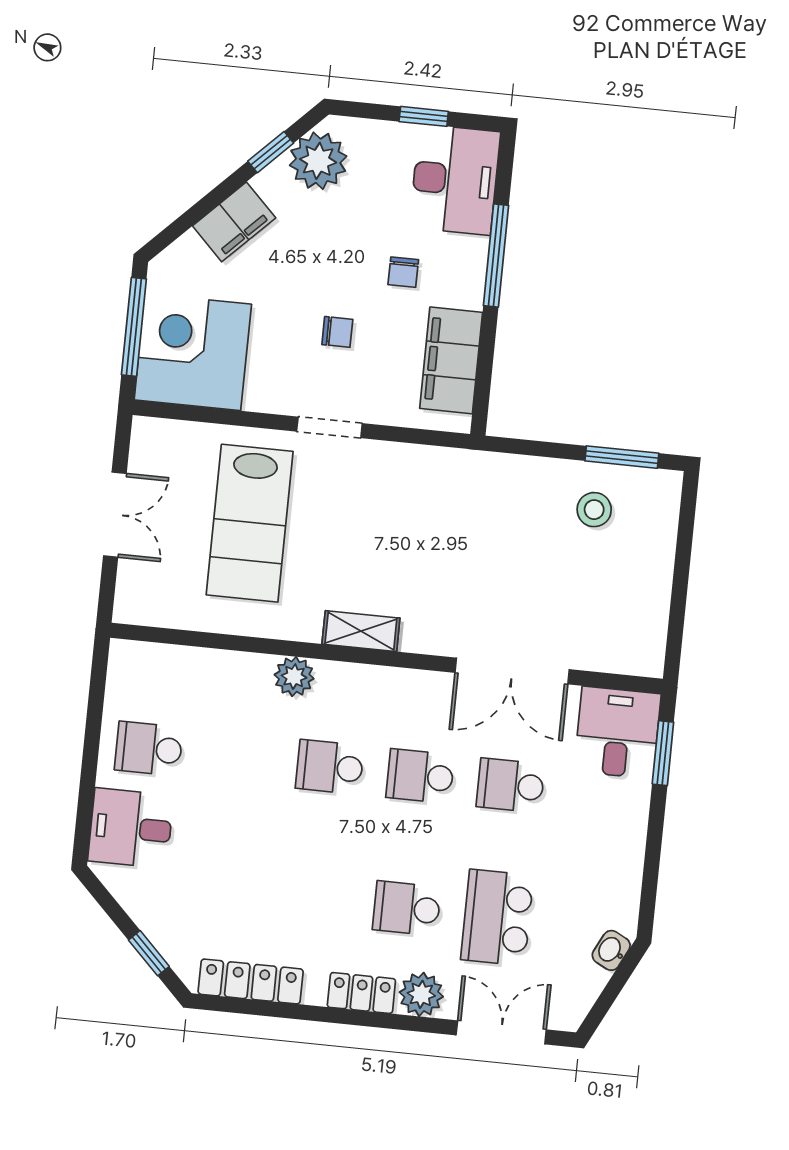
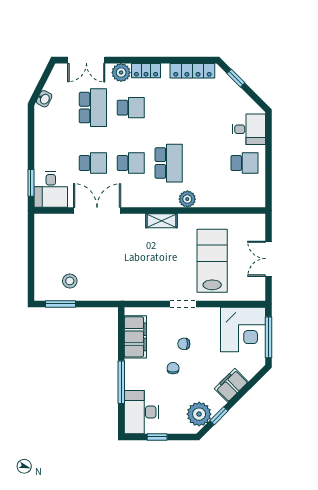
chair: (403, 272) -> (173, 368), moved
school desk: (330, 767) -> (169, 163), width x1.85

